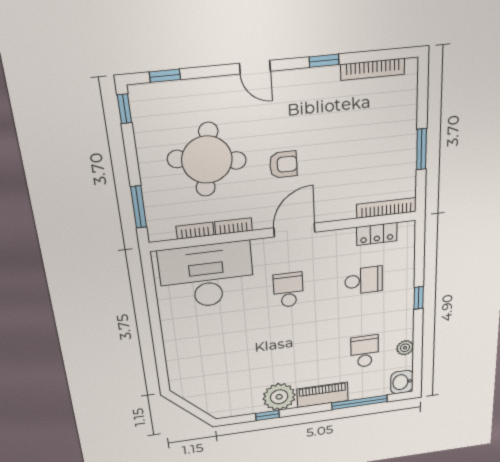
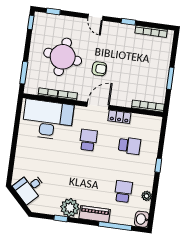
locker: (377, 234) -> (119, 117), moved
desk: (203, 387) -> (30, 188), added

